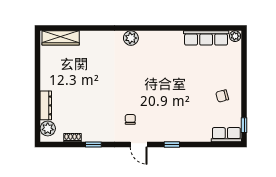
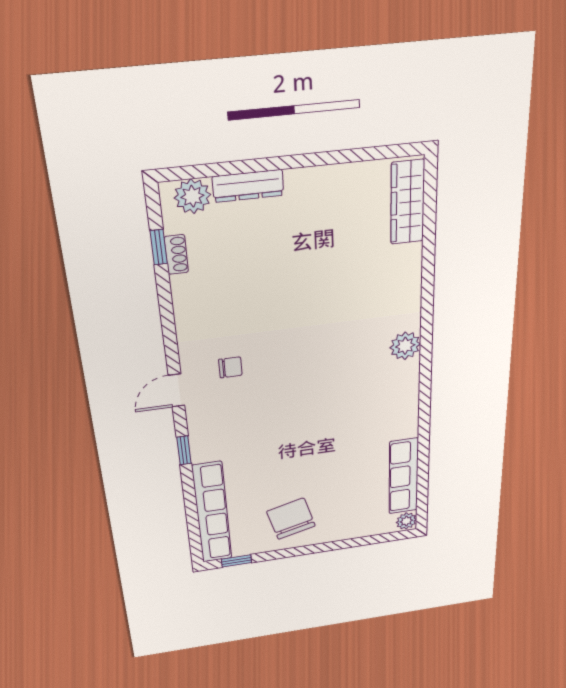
chair: (222, 96) -> (291, 519), width x1.87, depth x1.87
row of seats: (226, 135) -> (212, 513), width x2.02
window: (93, 145) -> (159, 247), moved

